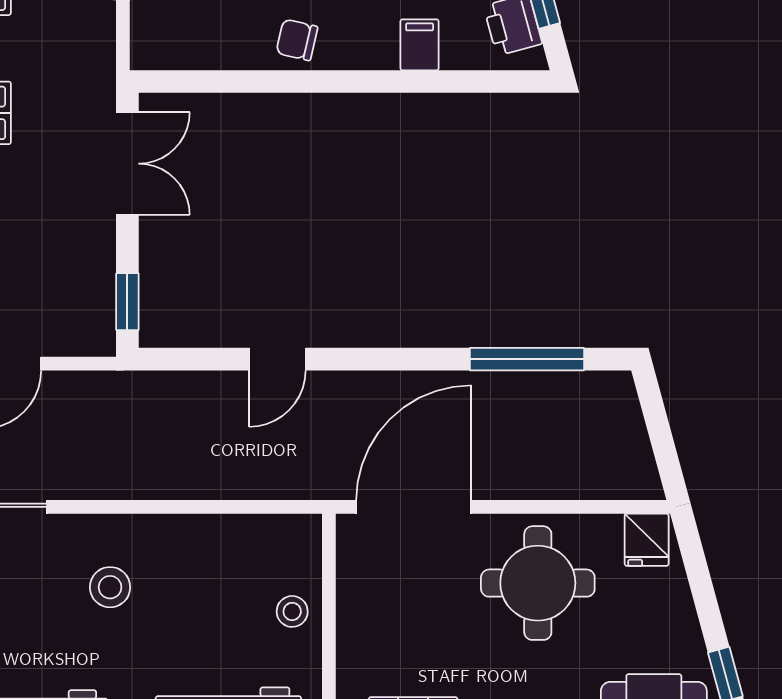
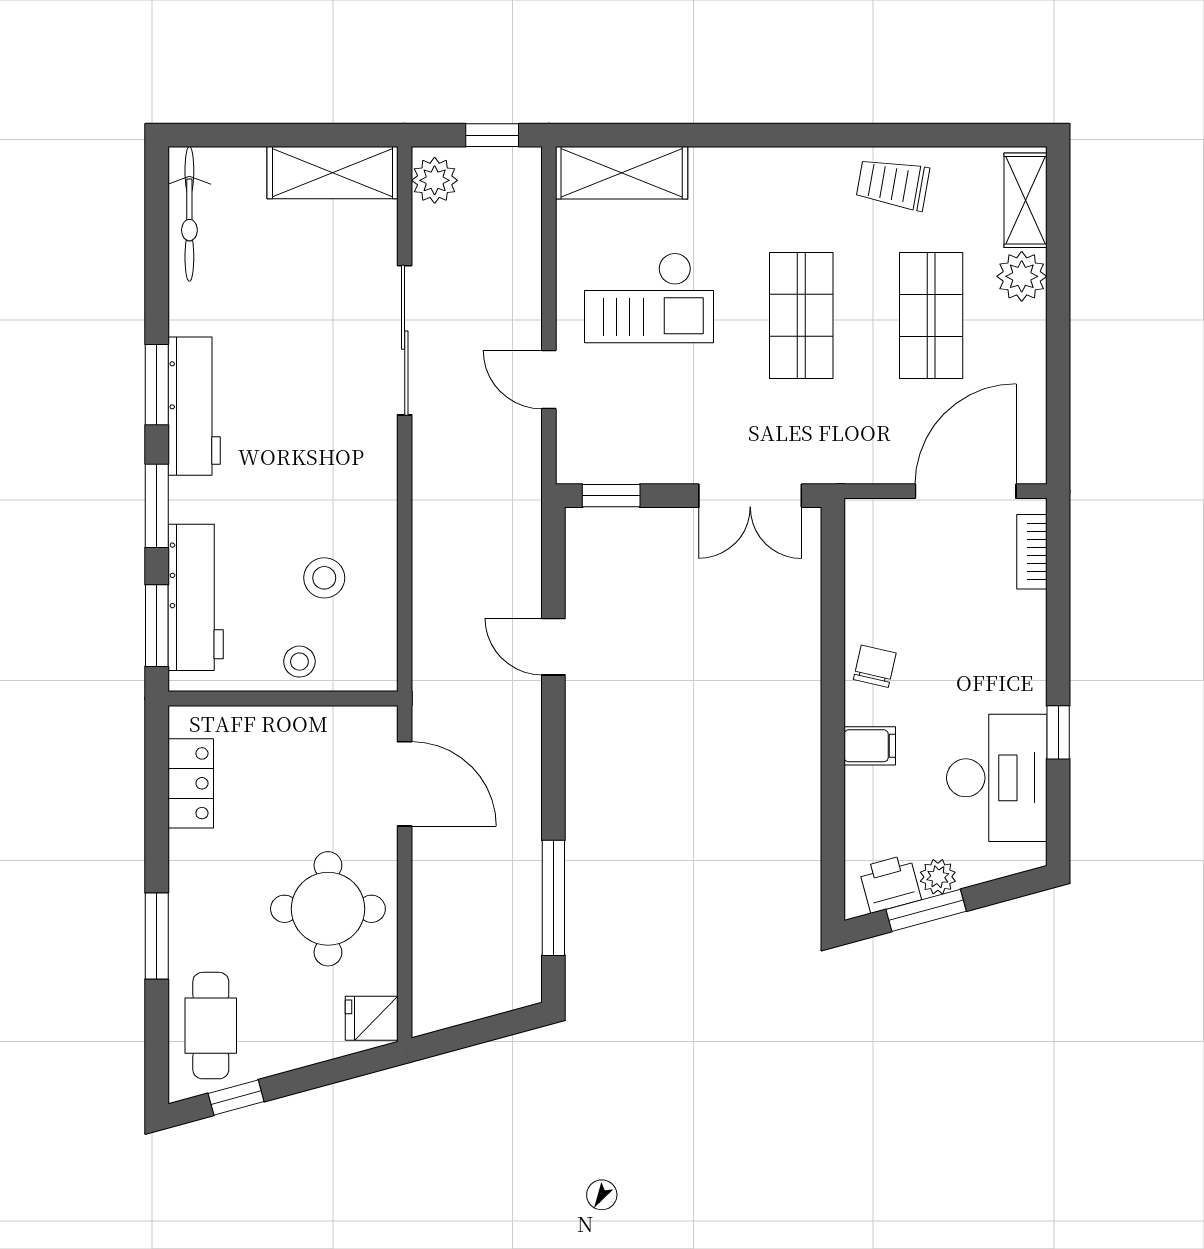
filing cabinet: (420, 45) -> (870, 746), moved
door: (414, 507) -> (405, 784), width x0.73
stool: (110, 587) -> (324, 578), moved

